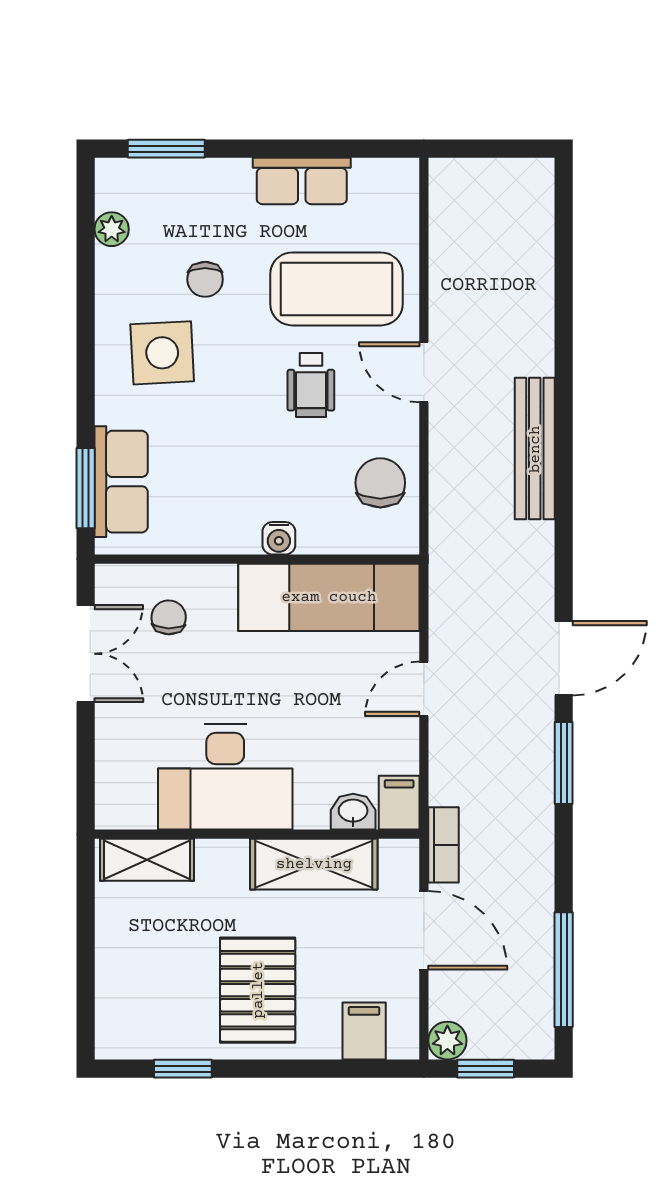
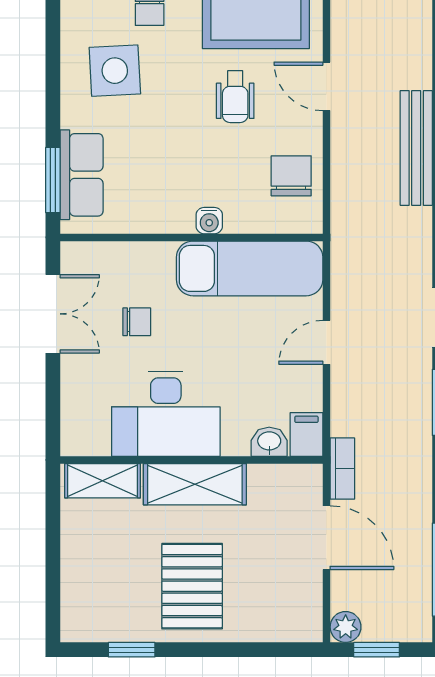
chair: (169, 617) -> (137, 322), moved, turned 88
shelving: (314, 864) -> (195, 484), moved
filing cabinet: (364, 1031) -> (278, 619), removed

